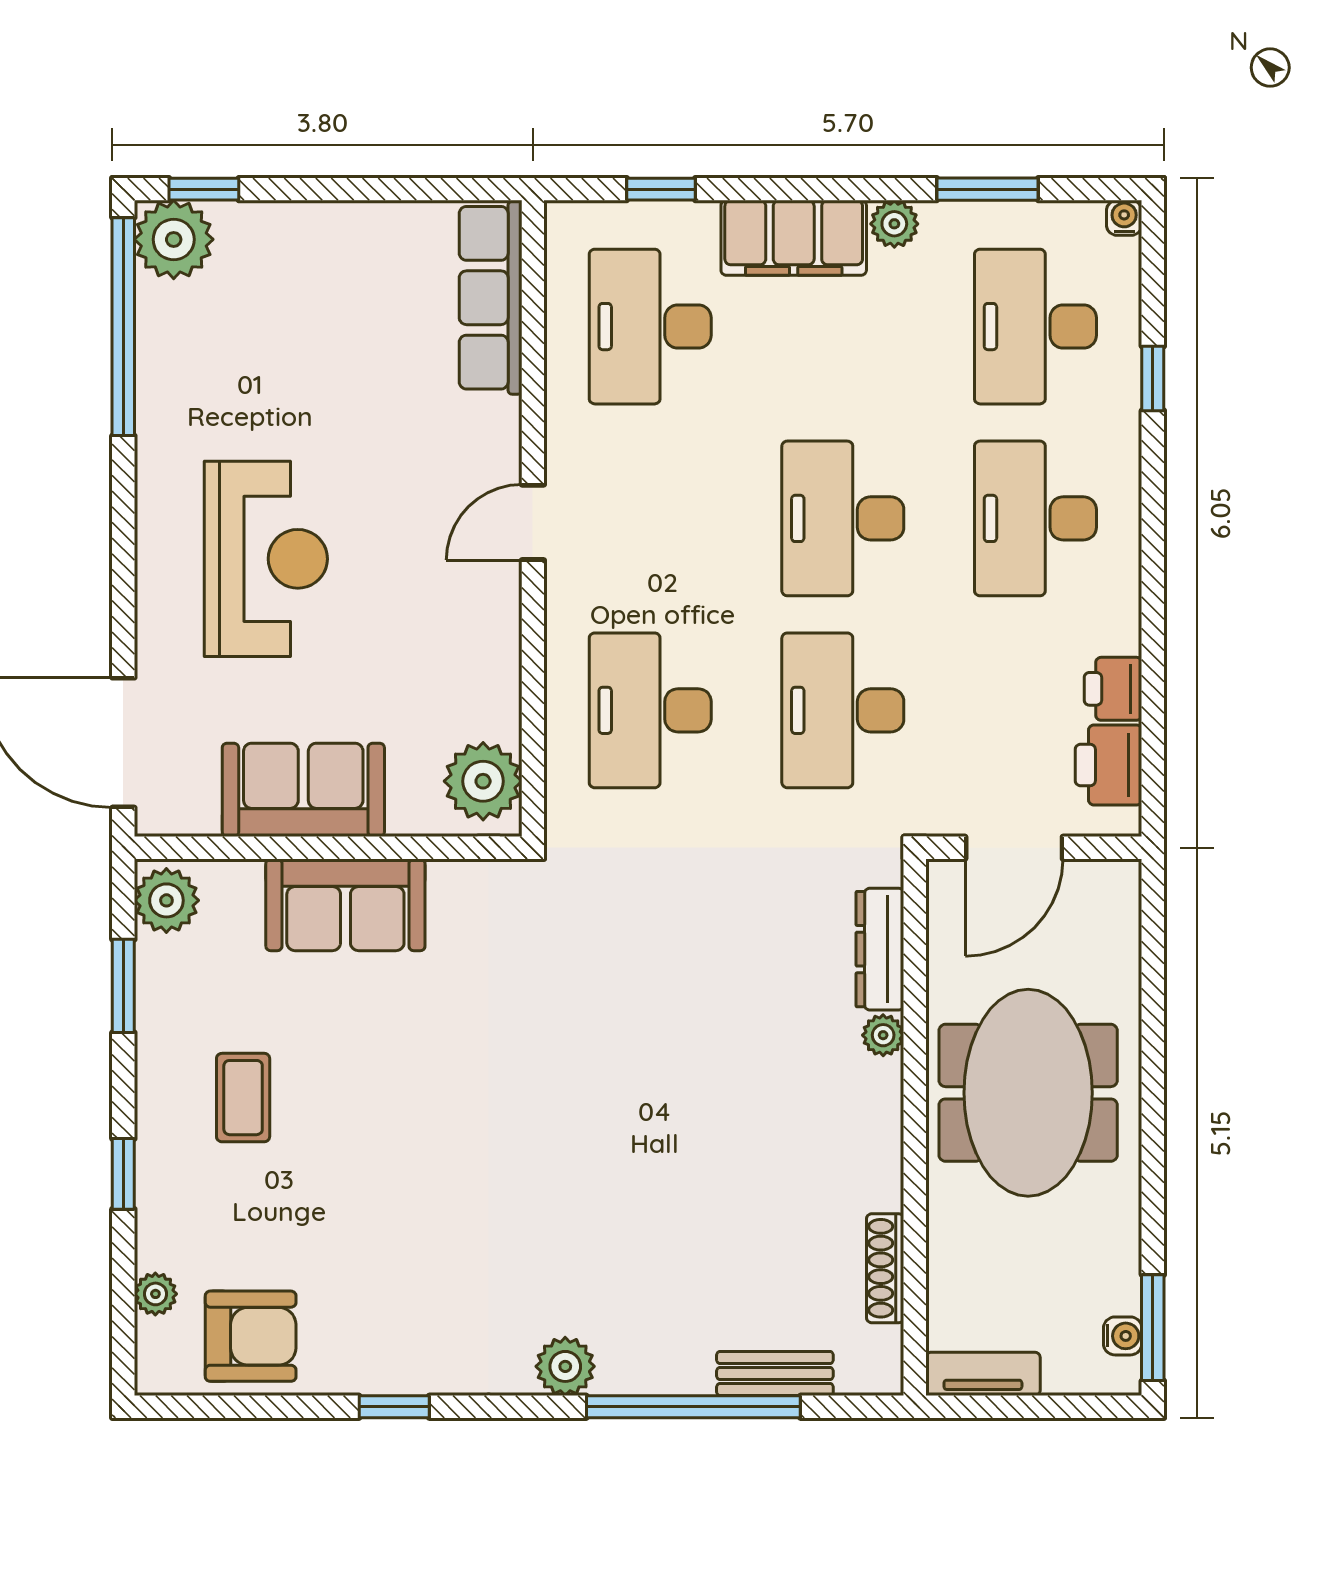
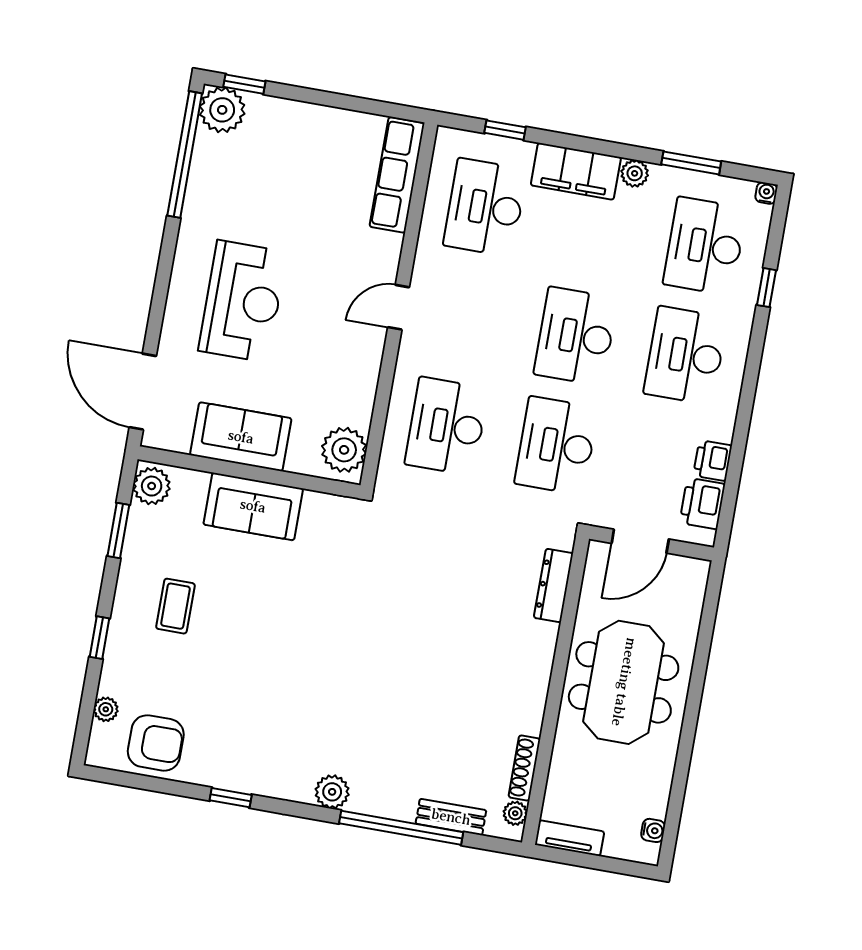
plant: (883, 1035) -> (515, 813), moved
window: (1153, 1328) -> (671, 829), removed

